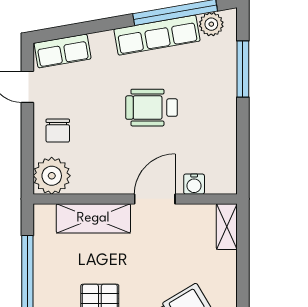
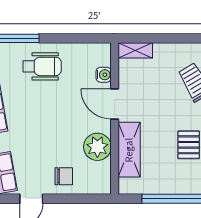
wheelchair: (152, 108) -> (42, 66), moved, turned -90
plant: (52, 176) -> (97, 147), moved

